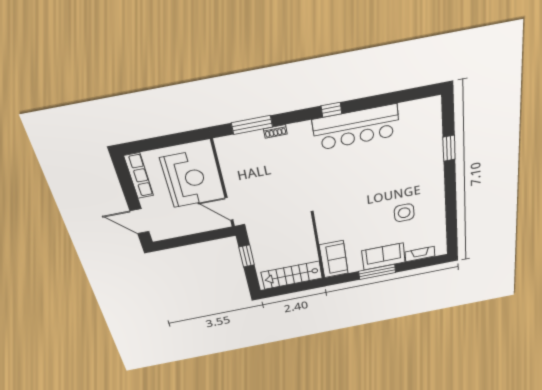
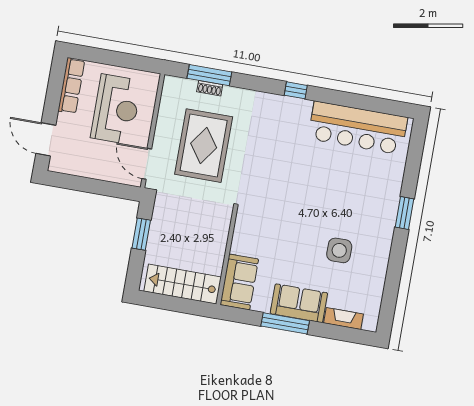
bar counter: (356, 127) -> (358, 128), moved
shoe rack: (275, 131) -> (210, 88), moved
window: (449, 148) -> (404, 213), moved
rug: (269, 180) -> (204, 146), added

